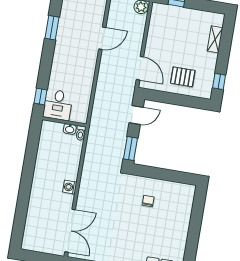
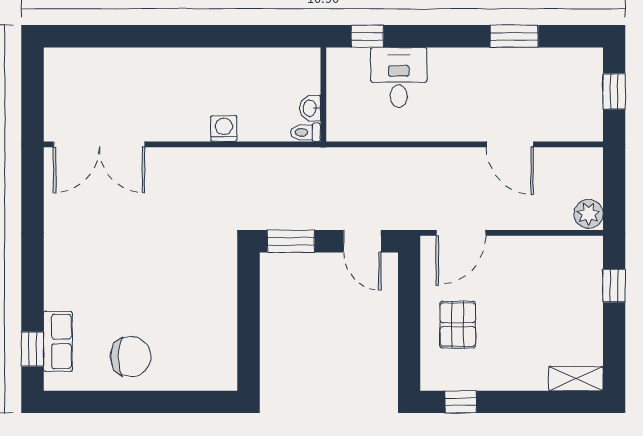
shelving: (215, 39) -> (576, 379), moved
desk: (58, 105) -> (399, 78), moved, turned 90
washing machine: (70, 187) -> (224, 128), moved
chair: (148, 201) -> (131, 357), moved, width x1.87, depth x1.87

